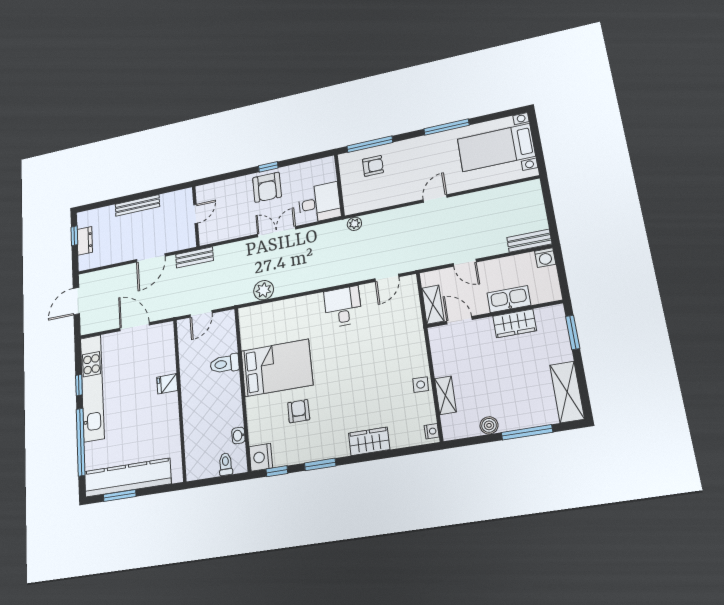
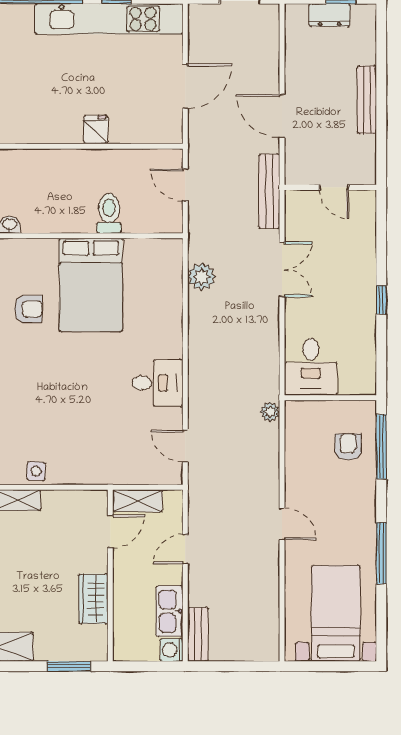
armchair: (373, 166) -> (348, 447), turned 180
armchair: (267, 187) -> (351, 295), removed
double door: (277, 232) -> (282, 269), moved
bench: (195, 257) -> (269, 191), width x1.36
kitchen sink: (509, 299) -> (169, 611), moved, turned 180

